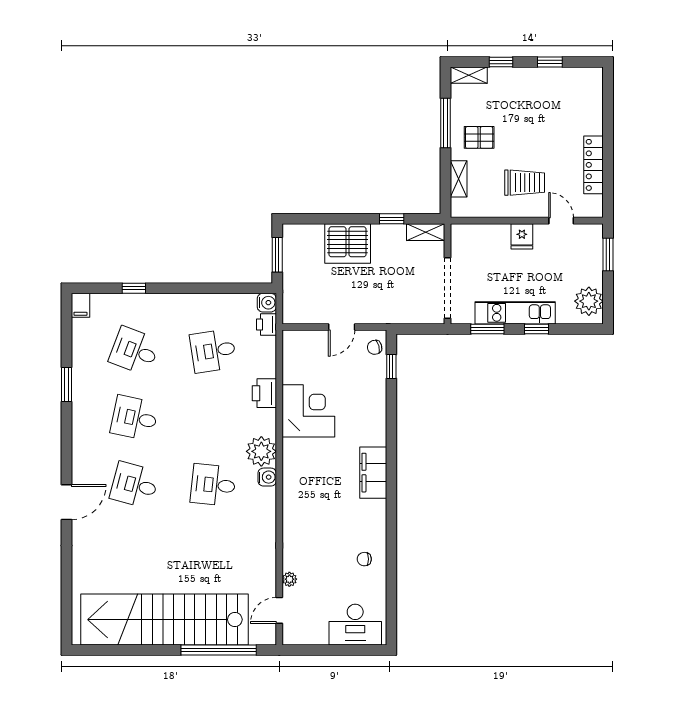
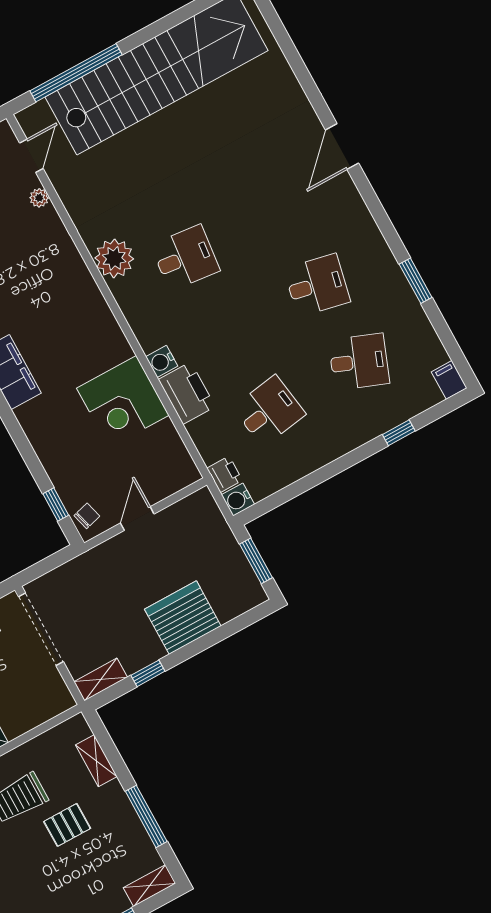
pallet: (479, 137) -> (67, 825), moved
printer: (264, 393) -> (187, 393), width x1.37, depth x1.19
plant: (261, 451) -> (114, 258), moved
water cooler: (267, 477) -> (162, 361), moved
desk: (134, 485) -> (275, 209), removed

